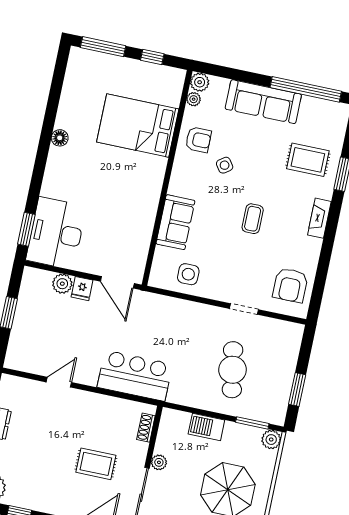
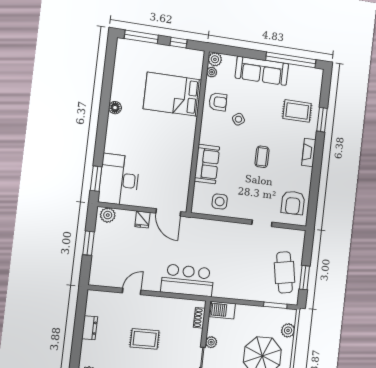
plant: (62, 284) -> (108, 215), moved
cafe table: (232, 370) -> (285, 272), moved
barbecue: (206, 427) -> (223, 310), moved
plant: (271, 440) -> (288, 330), moved
rug: (96, 464) -> (145, 339), moved

